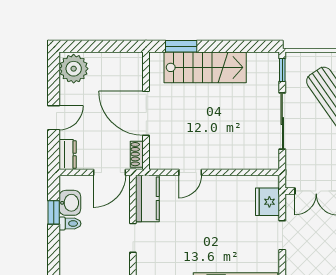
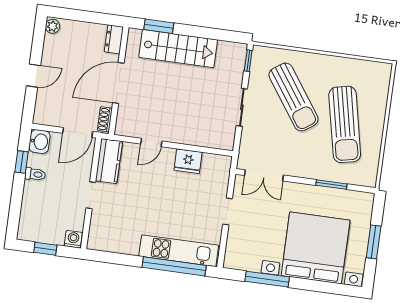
plant: (74, 69) -> (53, 26), width x0.53, depth x0.53
door: (146, 113) -> (118, 83), hinge flipped
sliding door: (282, 121) -> (242, 107), width x0.73
dresser: (68, 154) -> (114, 39), moved, turned 180
fridge: (268, 202) -> (188, 161), moved, turned -90
washbasin: (70, 203) -> (39, 142), moved

